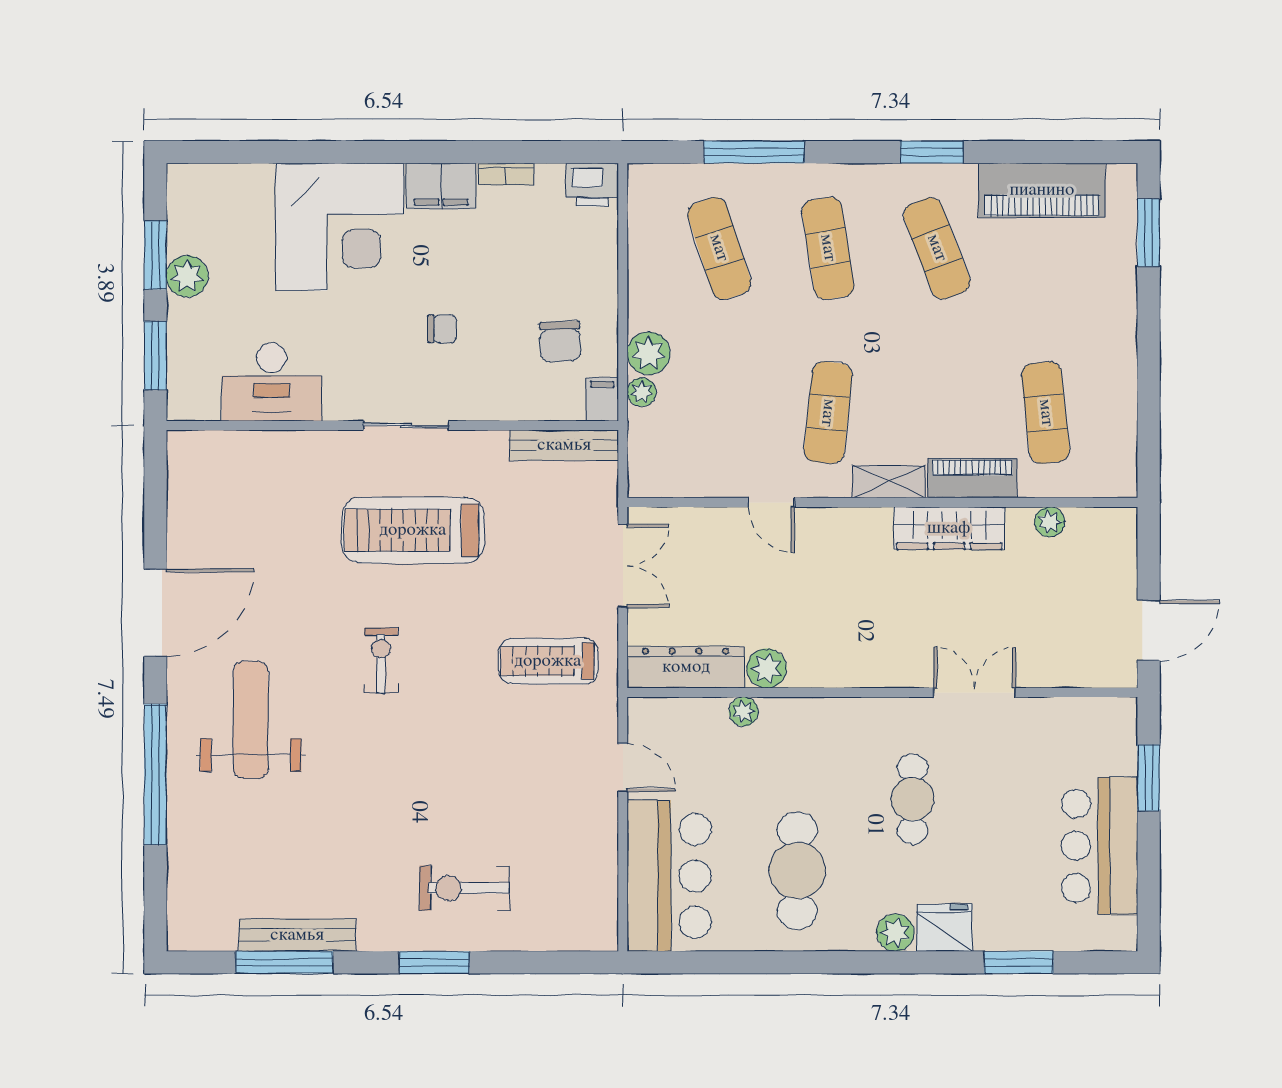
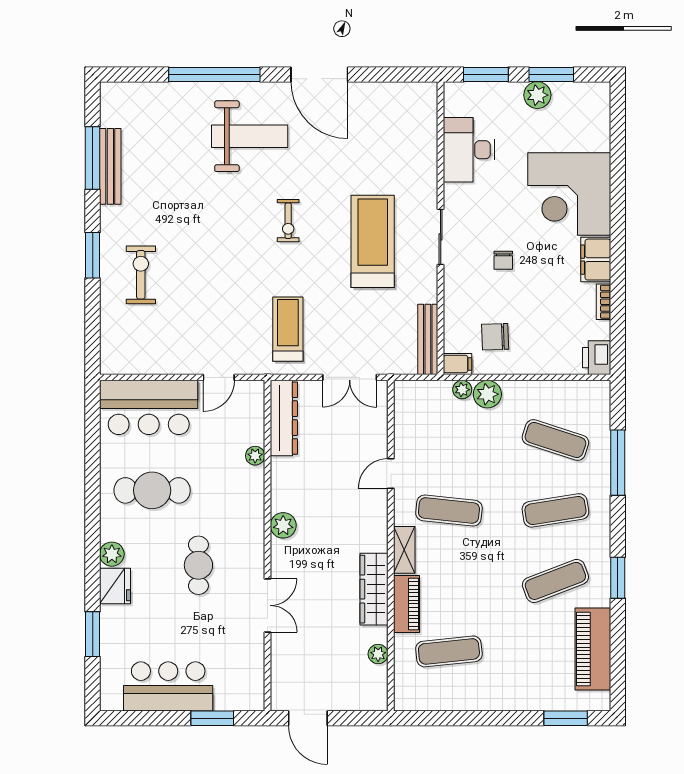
exercise mat: (719, 248) -> (555, 440), turned 36
exercise bike: (381, 661) -> (288, 221), turned 90
plant: (767, 668) -> (283, 525), moved
cafe table: (913, 799) -> (198, 565), turned 90

